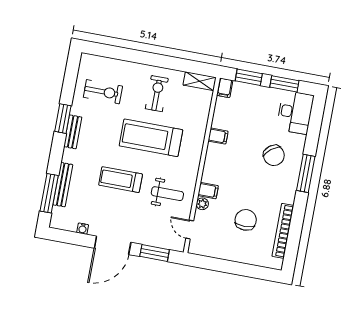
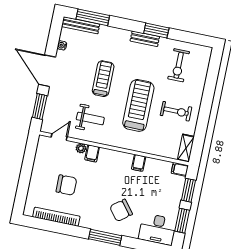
bench: (63, 185) -> (81, 25), moved
weight bench: (167, 194) -> (90, 119), turned -90

